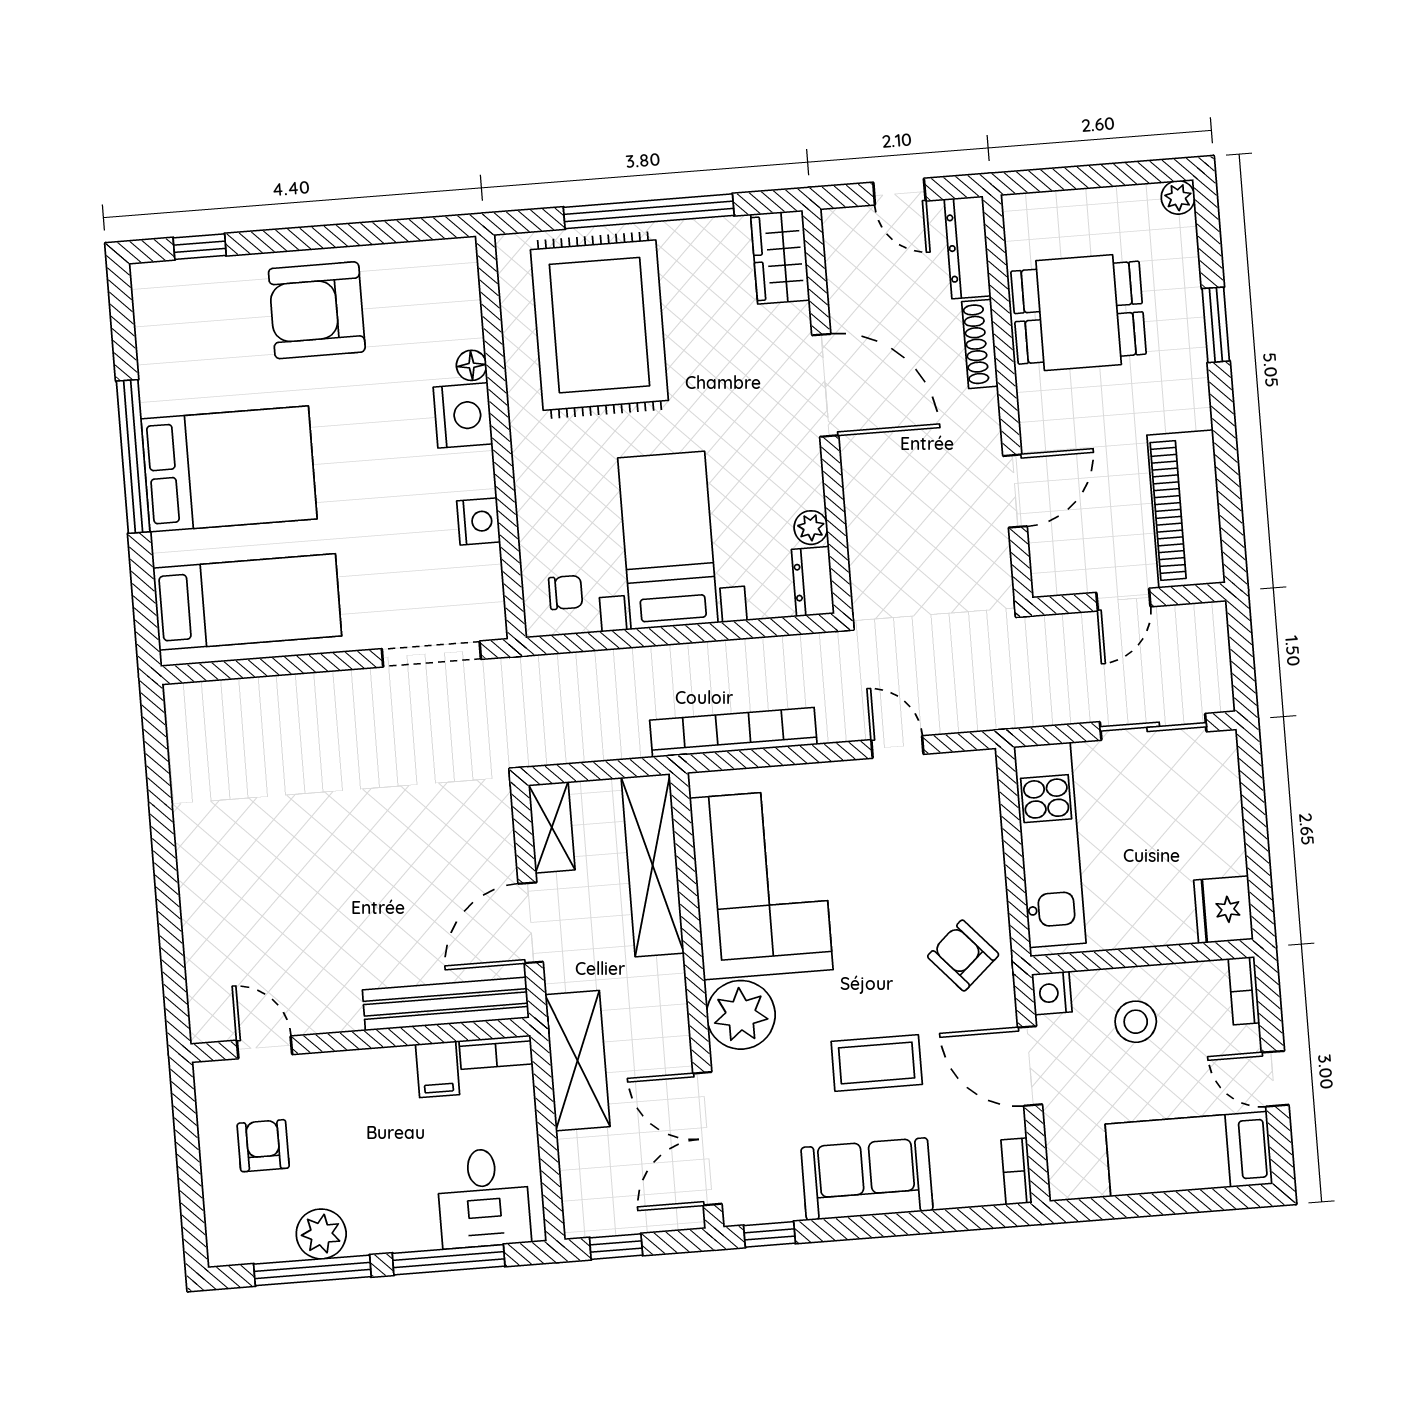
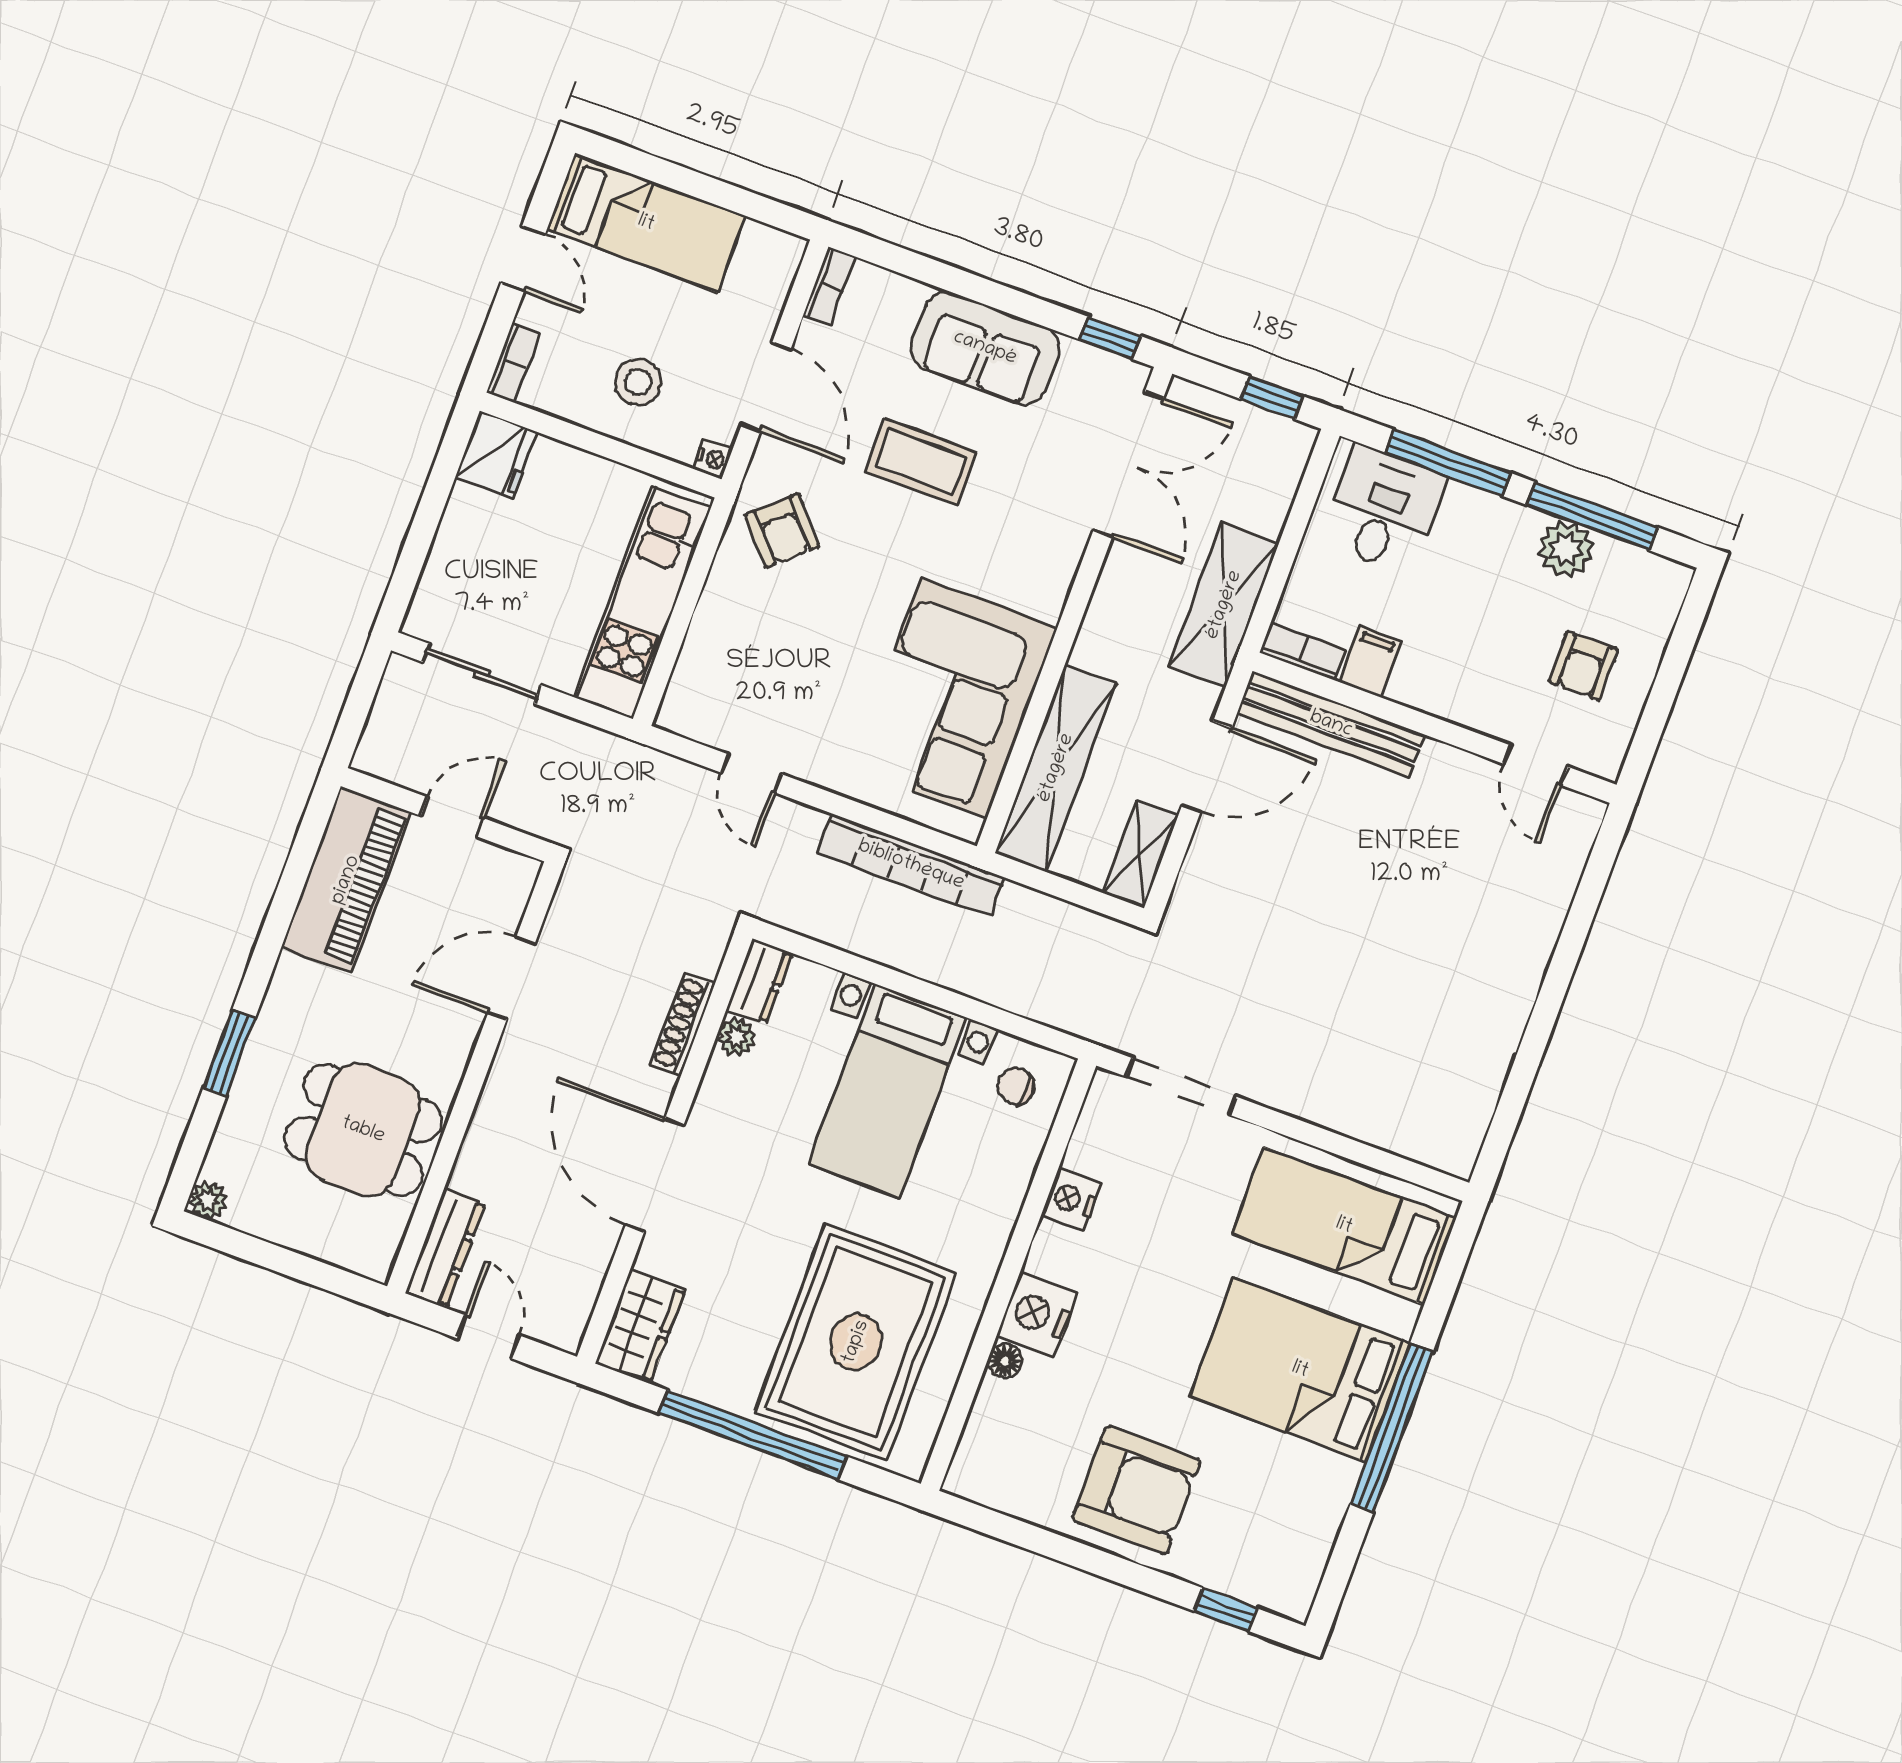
shoe rack: (980, 344) -> (682, 1024), moved, turned 180
nightstand: (1052, 993) -> (713, 459), width x0.72, depth x0.74
plant: (741, 1015) -> (1036, 575), removed

